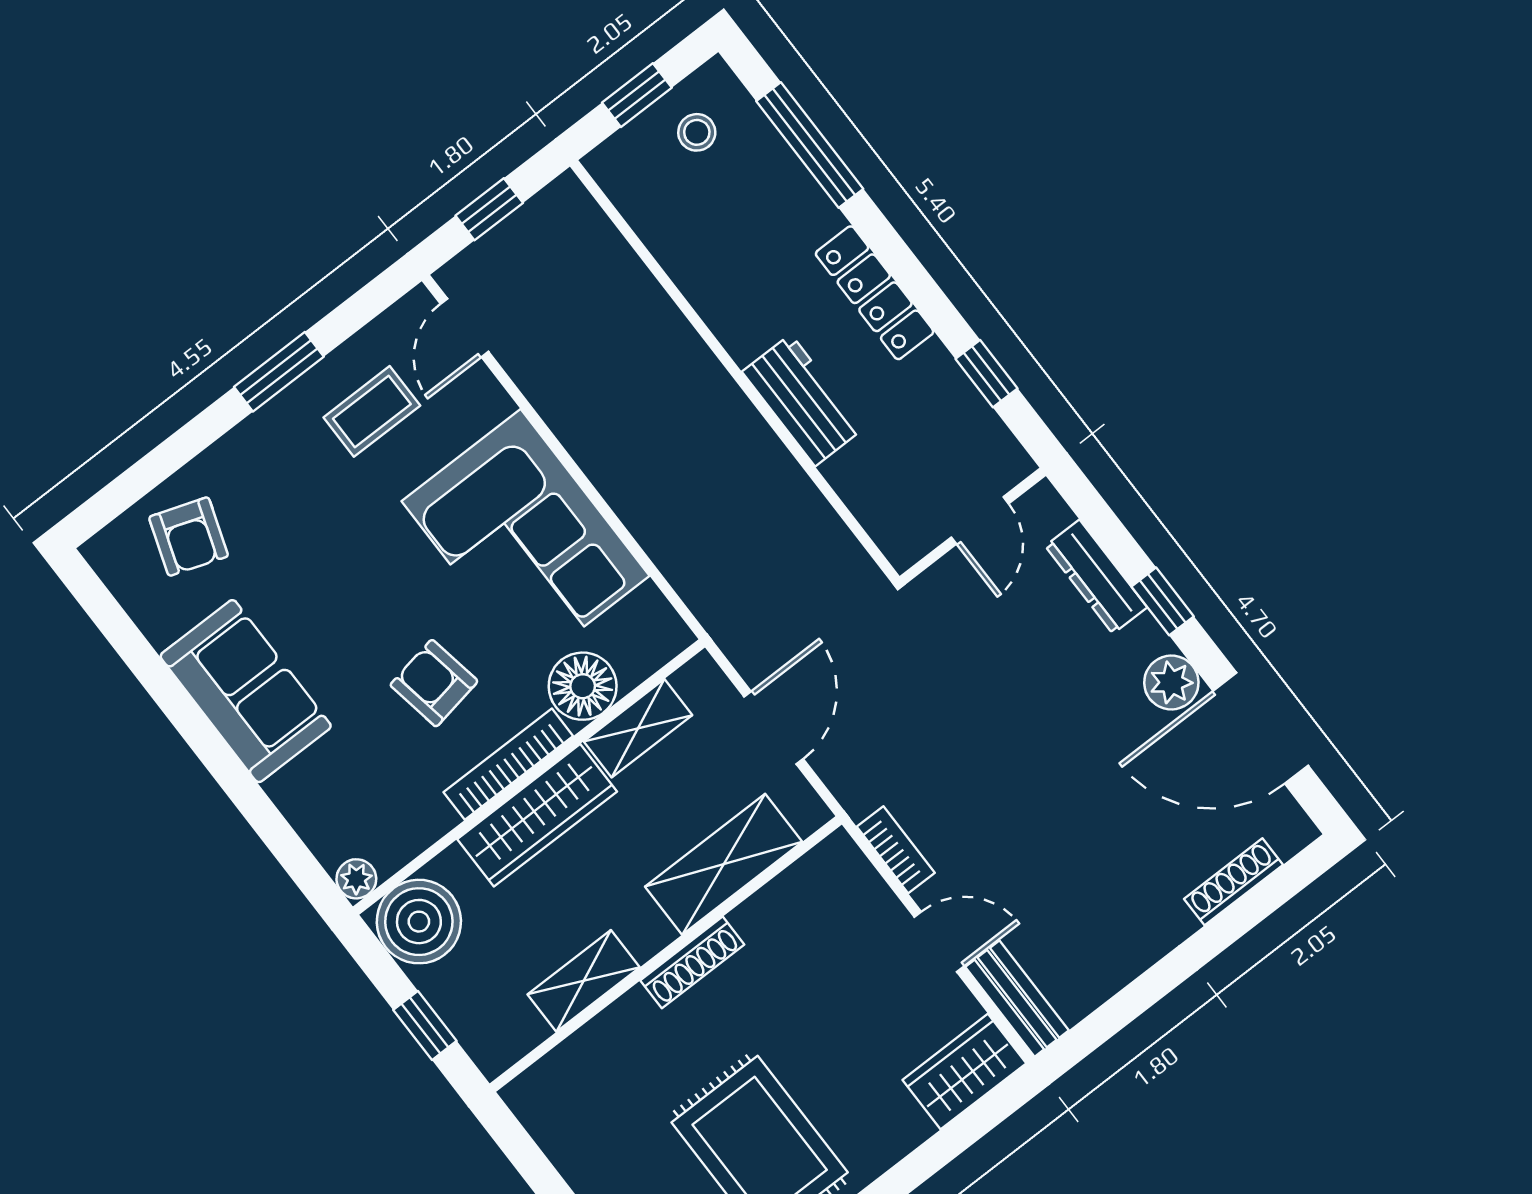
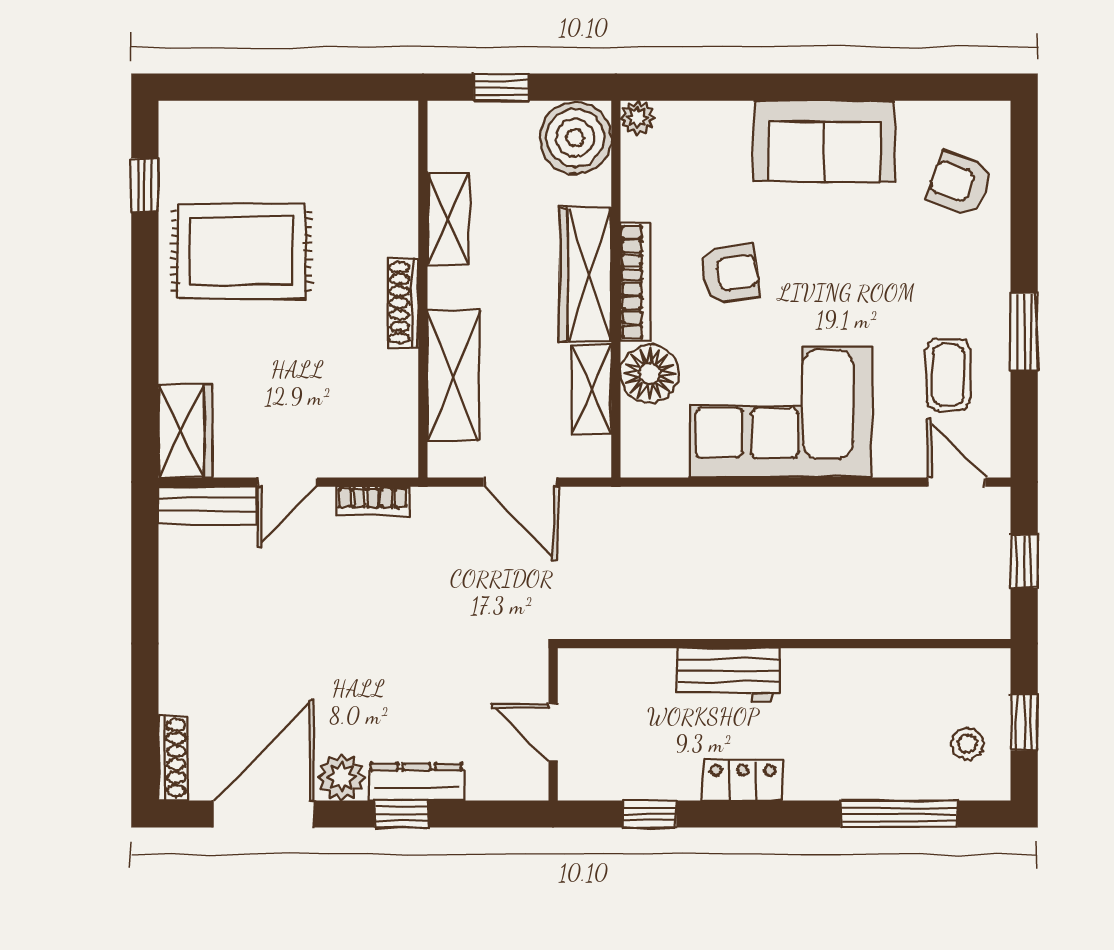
locker: (875, 293) -> (743, 780), width x0.66
dresser: (1096, 577) -> (416, 782), moved
shoe rack: (1234, 882) -> (173, 758), moved

